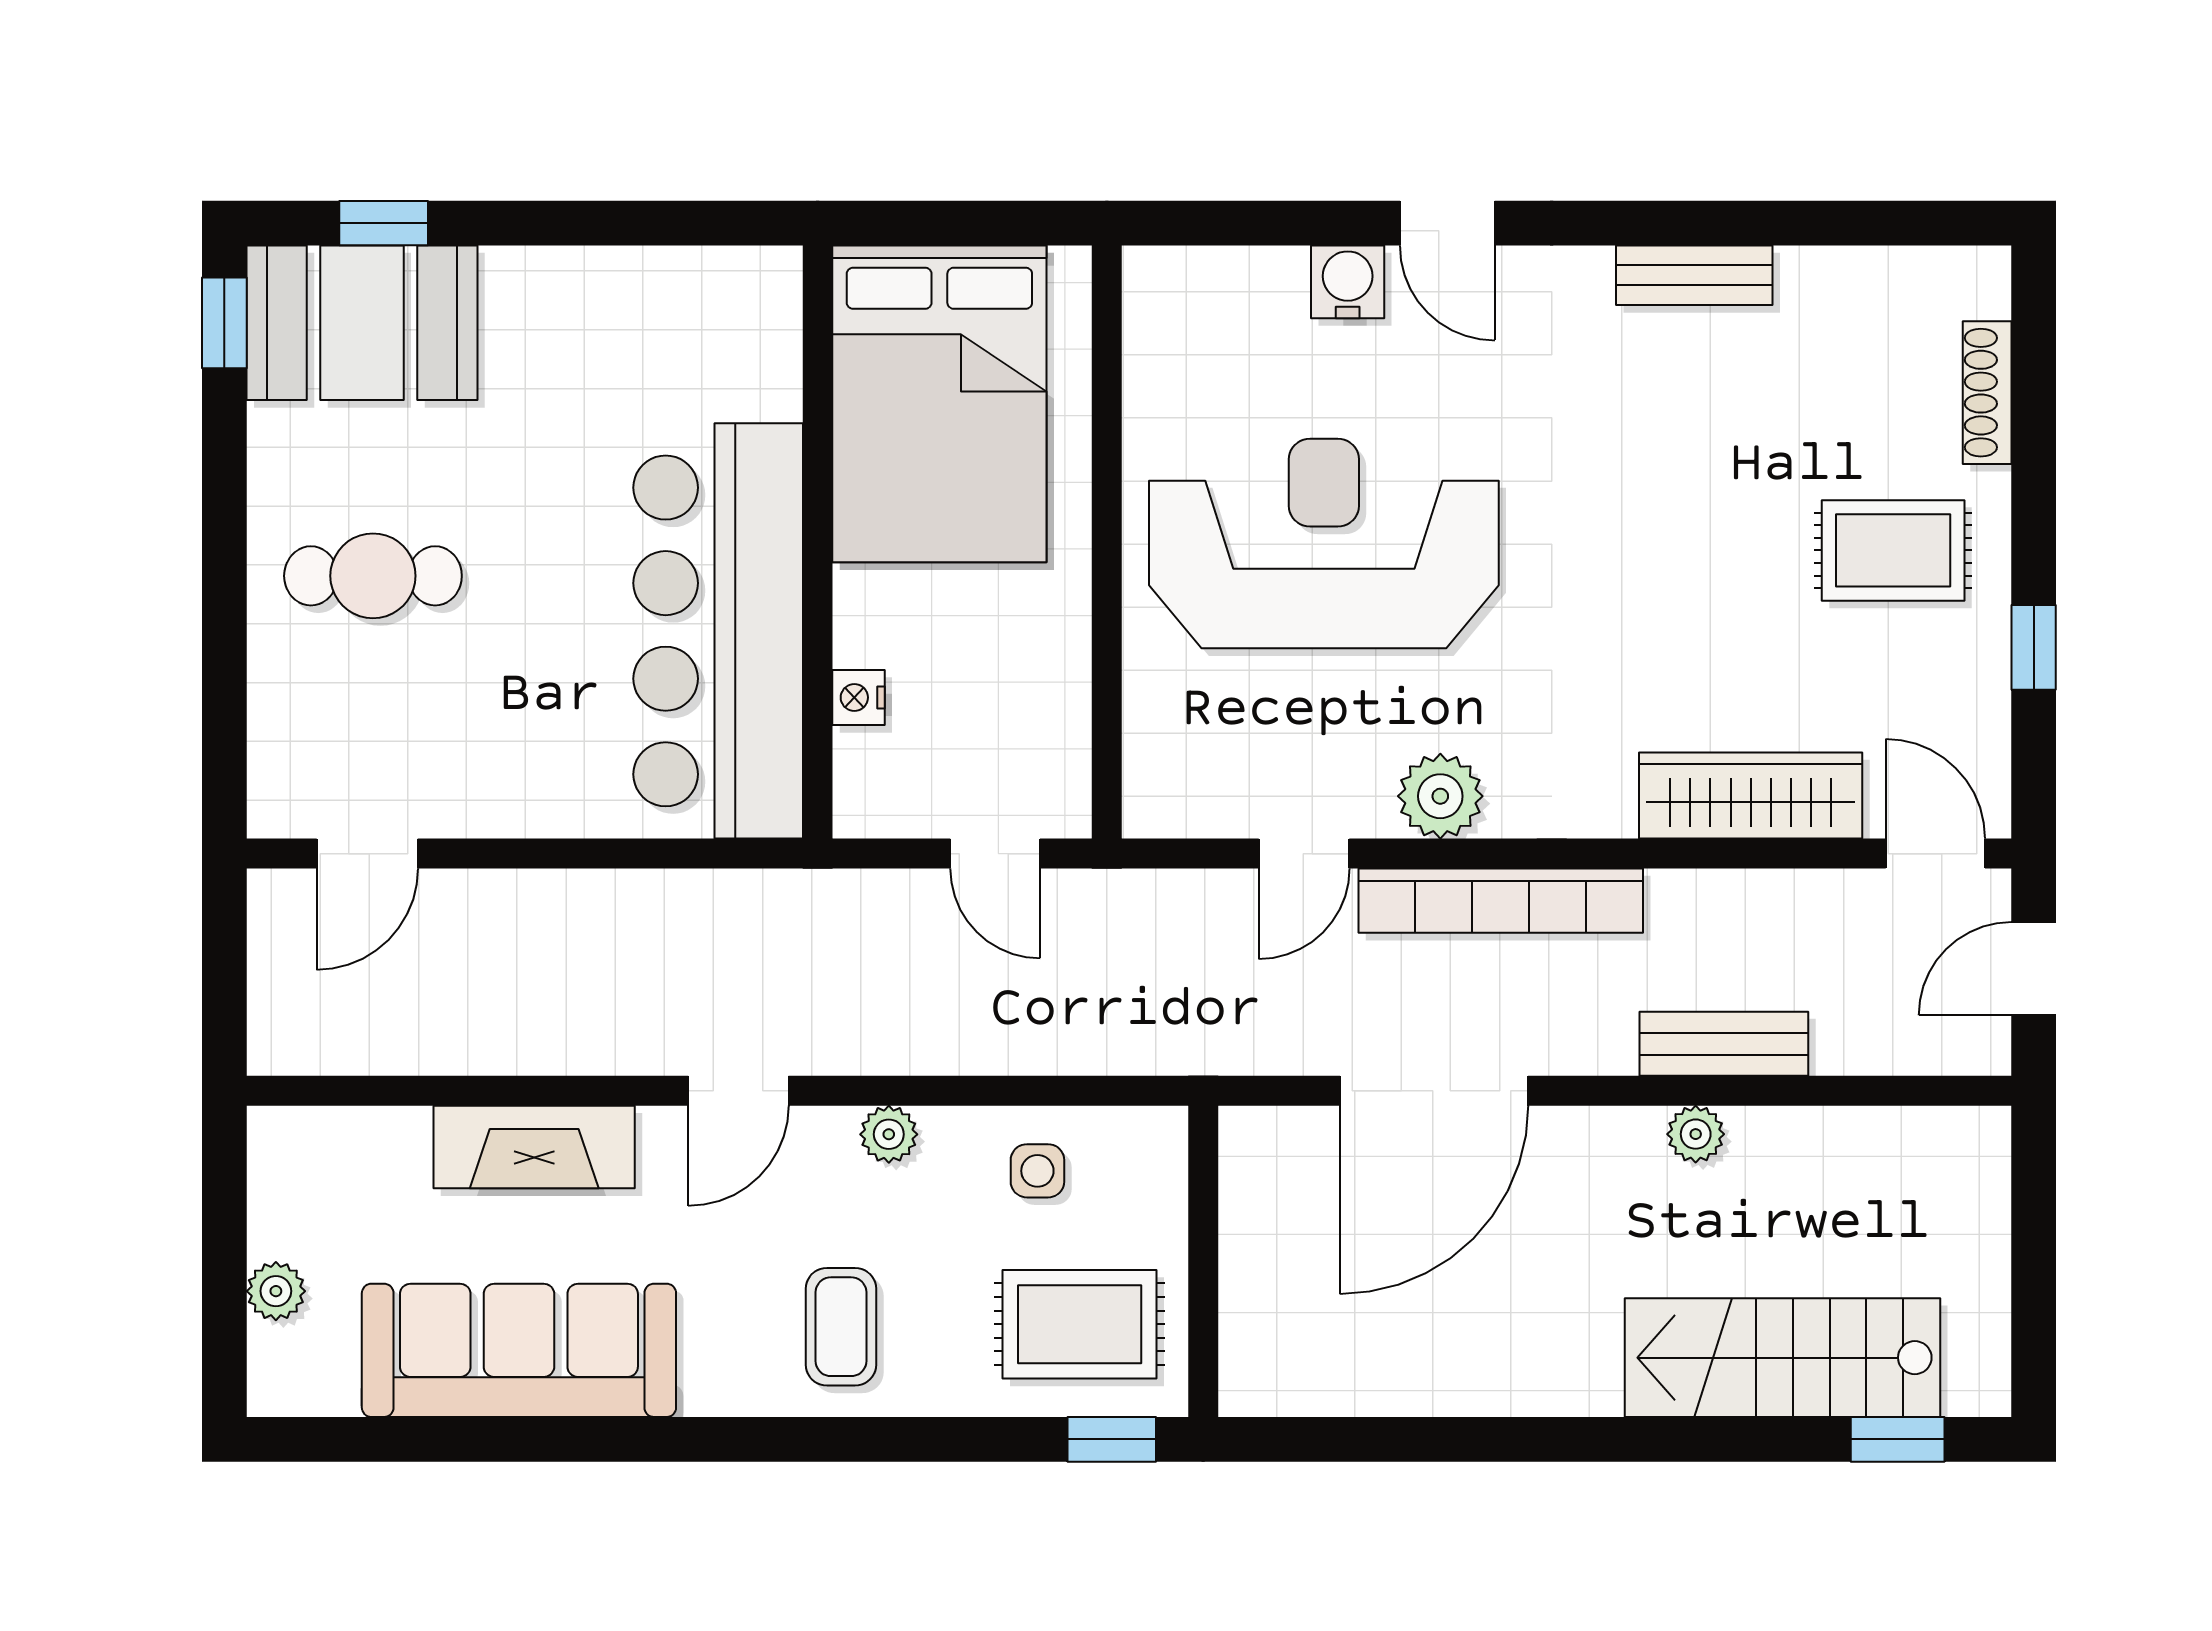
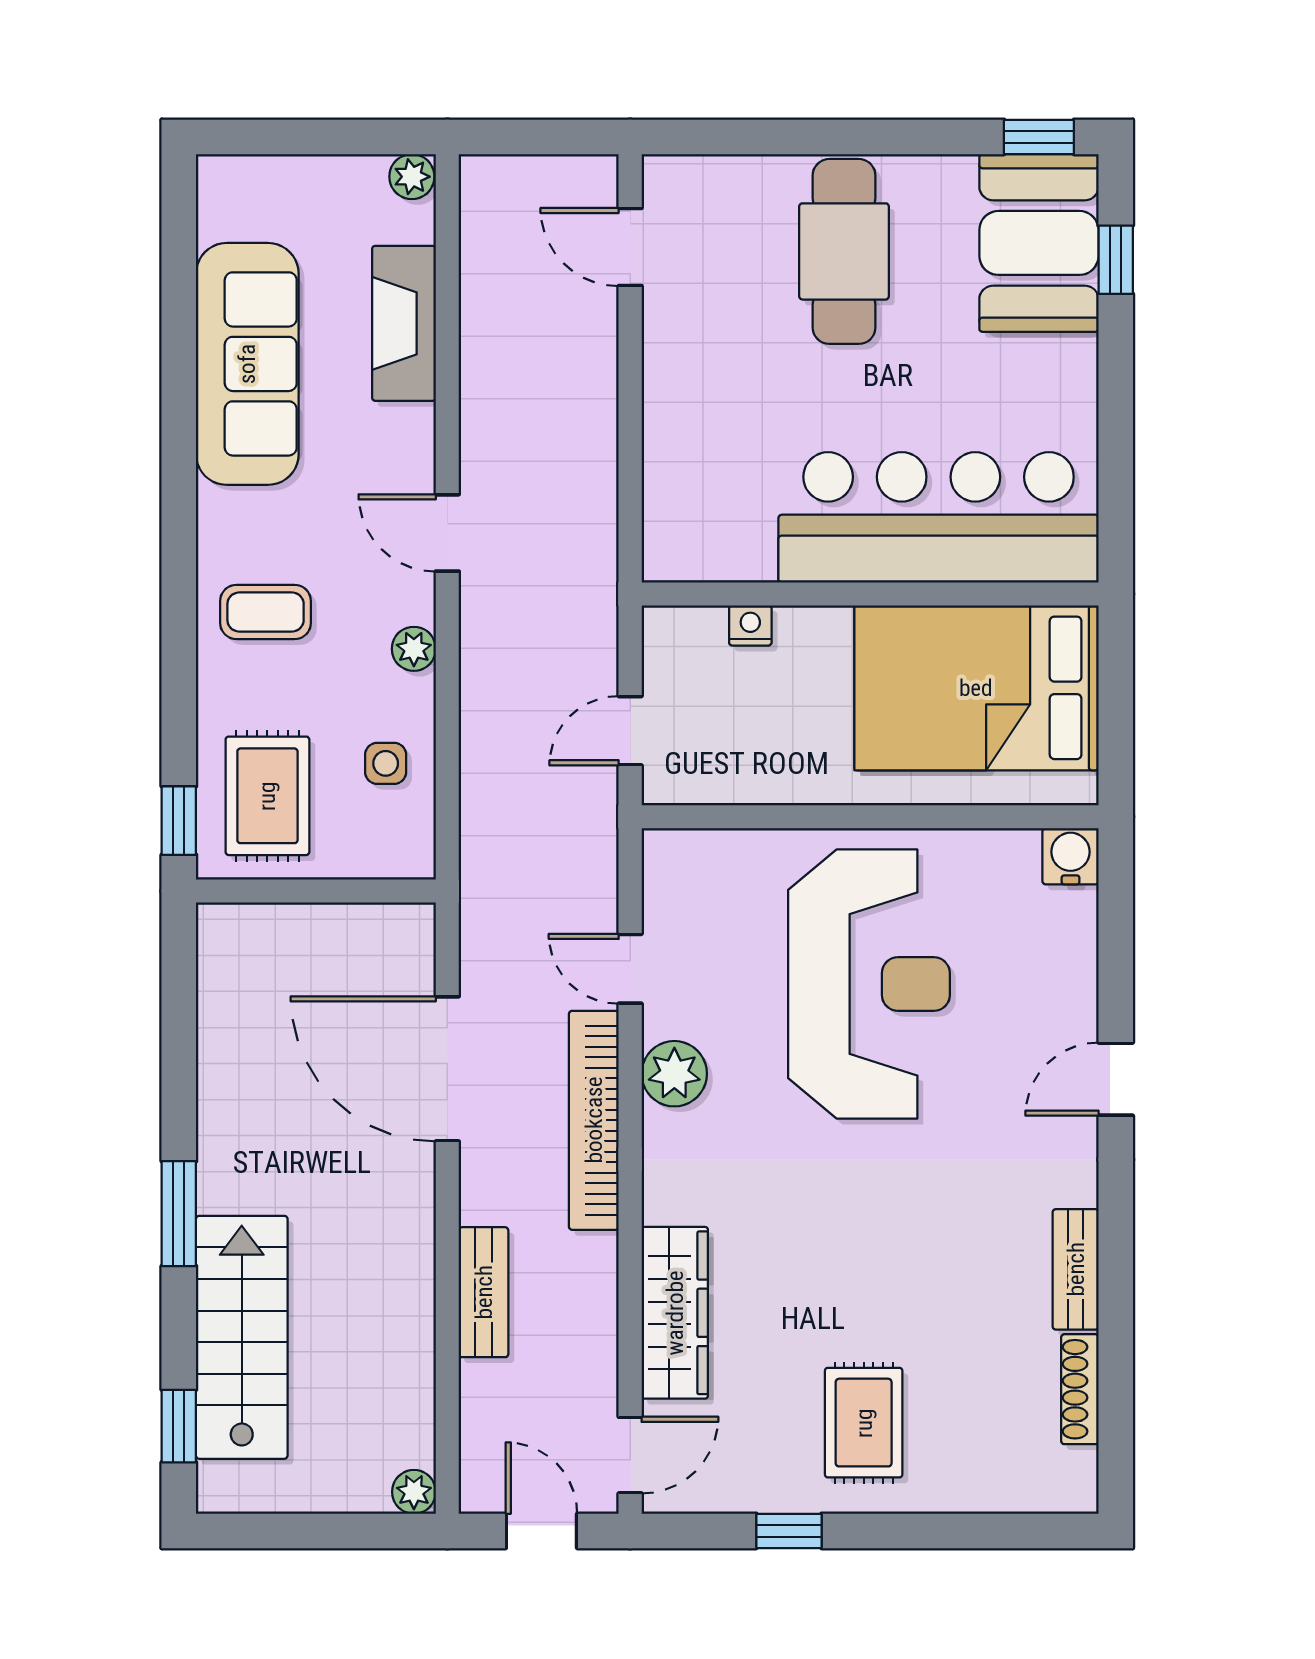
water cooler: (1348, 282) -> (1070, 856), moved, turned -90
shoe rack: (1987, 393) -> (1080, 1389), moved, turned -90
cafe table: (373, 576) -> (844, 251), width x1.37, depth x1.35
bar counter: (718, 631) -> (939, 517), moved
plant: (1696, 1134) -> (414, 1492), moved
fireplace: (534, 1147) -> (404, 323), moved
plant: (276, 1291) -> (412, 177), moved
window: (1622, 1439) -> (179, 1214), added

